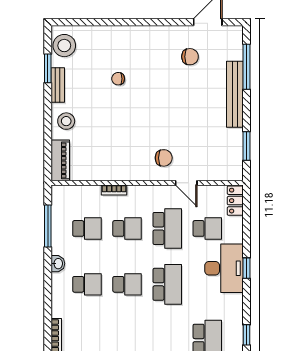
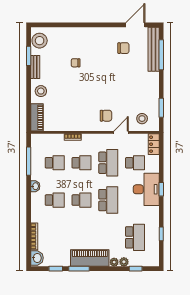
bench: (235, 94) -> (154, 49), moved
stool: (218, 162) -> (142, 119), added
door: (186, 183) -> (121, 132), swing flipped

